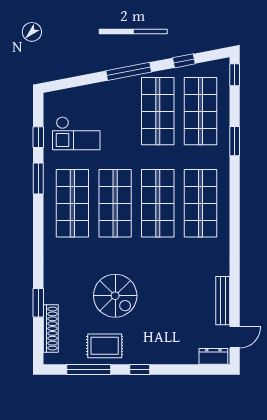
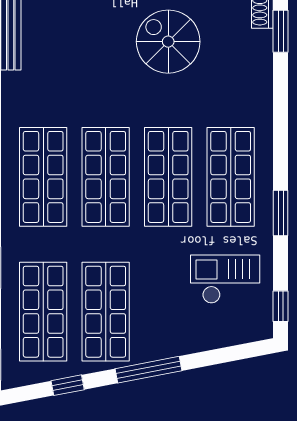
window: (38, 137) -> (281, 306), moved

